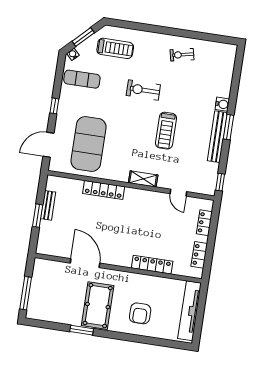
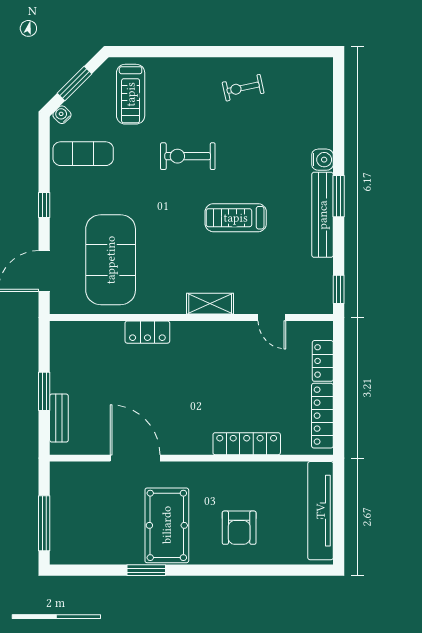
treadmill: (115, 48) -> (131, 94), turned 90
treadmill: (166, 131) -> (236, 218), turned 90
locker: (104, 190) -> (147, 332), width x0.66
bench: (48, 205) -> (59, 418), moved
locker: (199, 255) -> (322, 416), width x1.53

